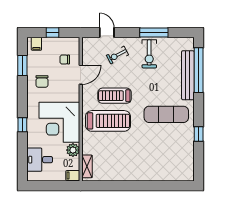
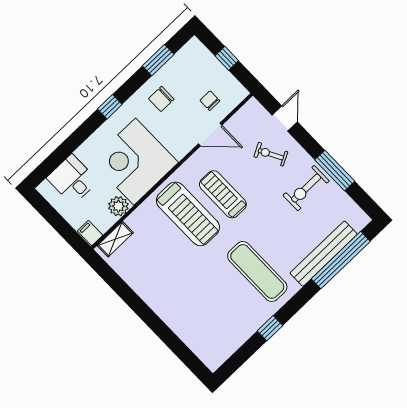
filing cabinet: (36, 44) -> (197, 53), removed
window: (22, 125) -> (110, 107), moved

